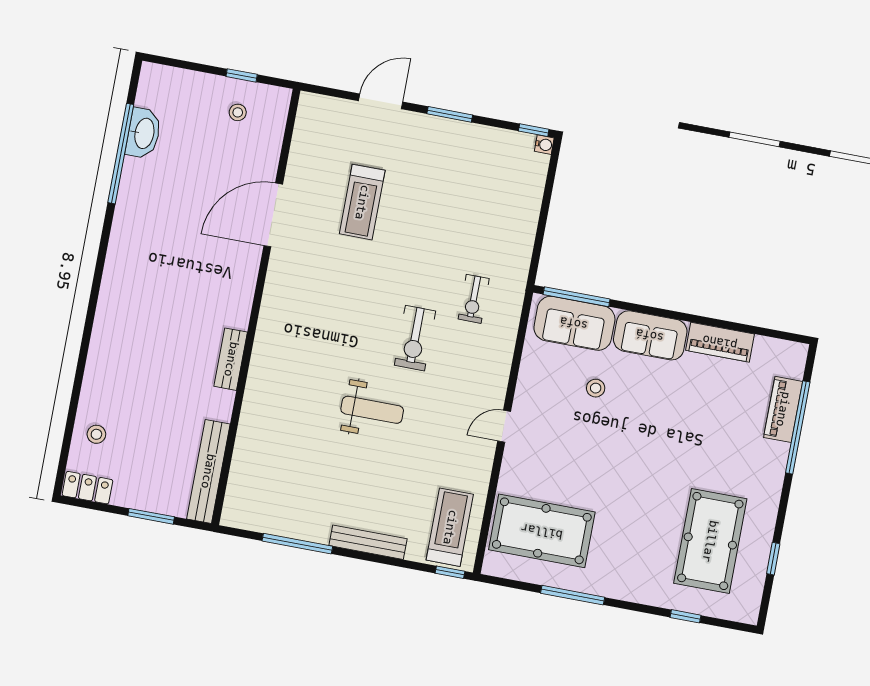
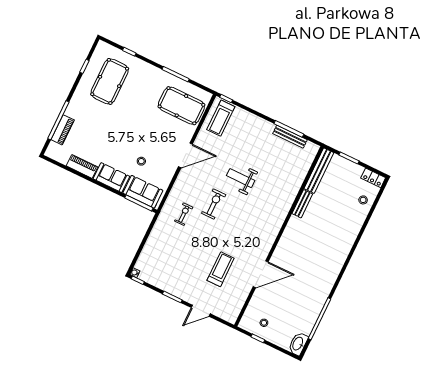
washbasin: (144, 133) -> (298, 344), moved
bench: (231, 359) -> (302, 204), moved
door: (504, 426) -> (185, 155), width x1.88
bench: (368, 542) -> (290, 137), moved

